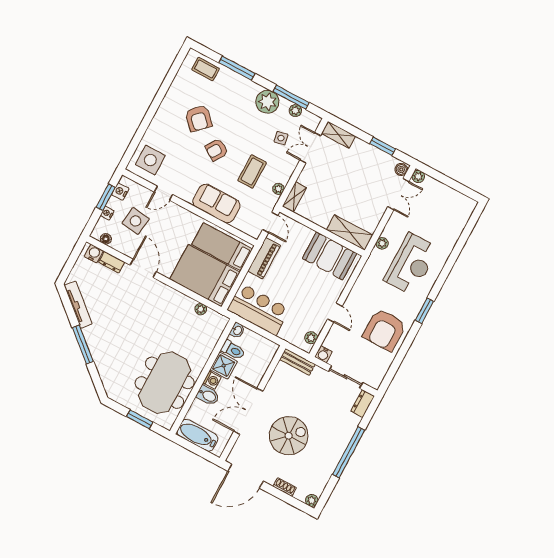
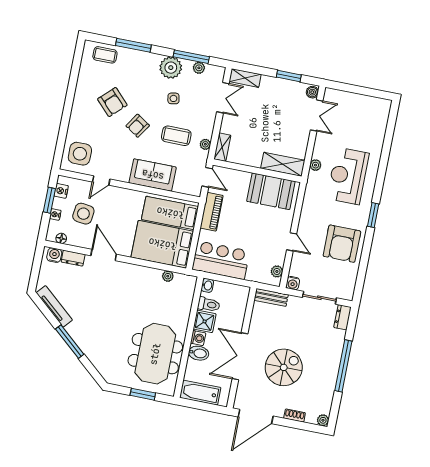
side table: (281, 138) -> (173, 98), moved
double door: (310, 148) -> (223, 98), swing flipped
coffee table: (252, 171) -> (176, 136), turned 90
plant: (418, 177) -> (330, 94), removed
reception desk: (411, 264) -> (348, 176), turned 180

